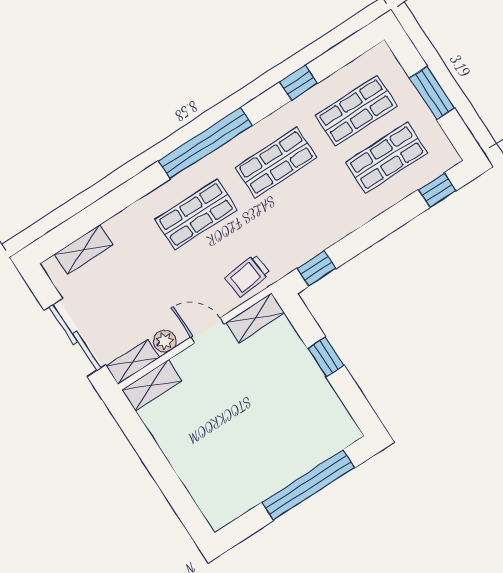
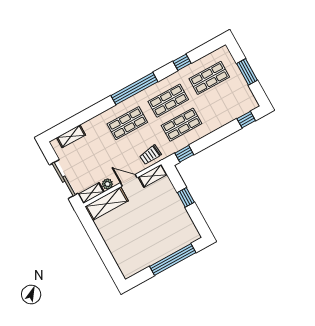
shop shelf: (387, 158) -> (182, 125), moved
shelving: (152, 385) -> (107, 204), width x1.50, depth x1.33

